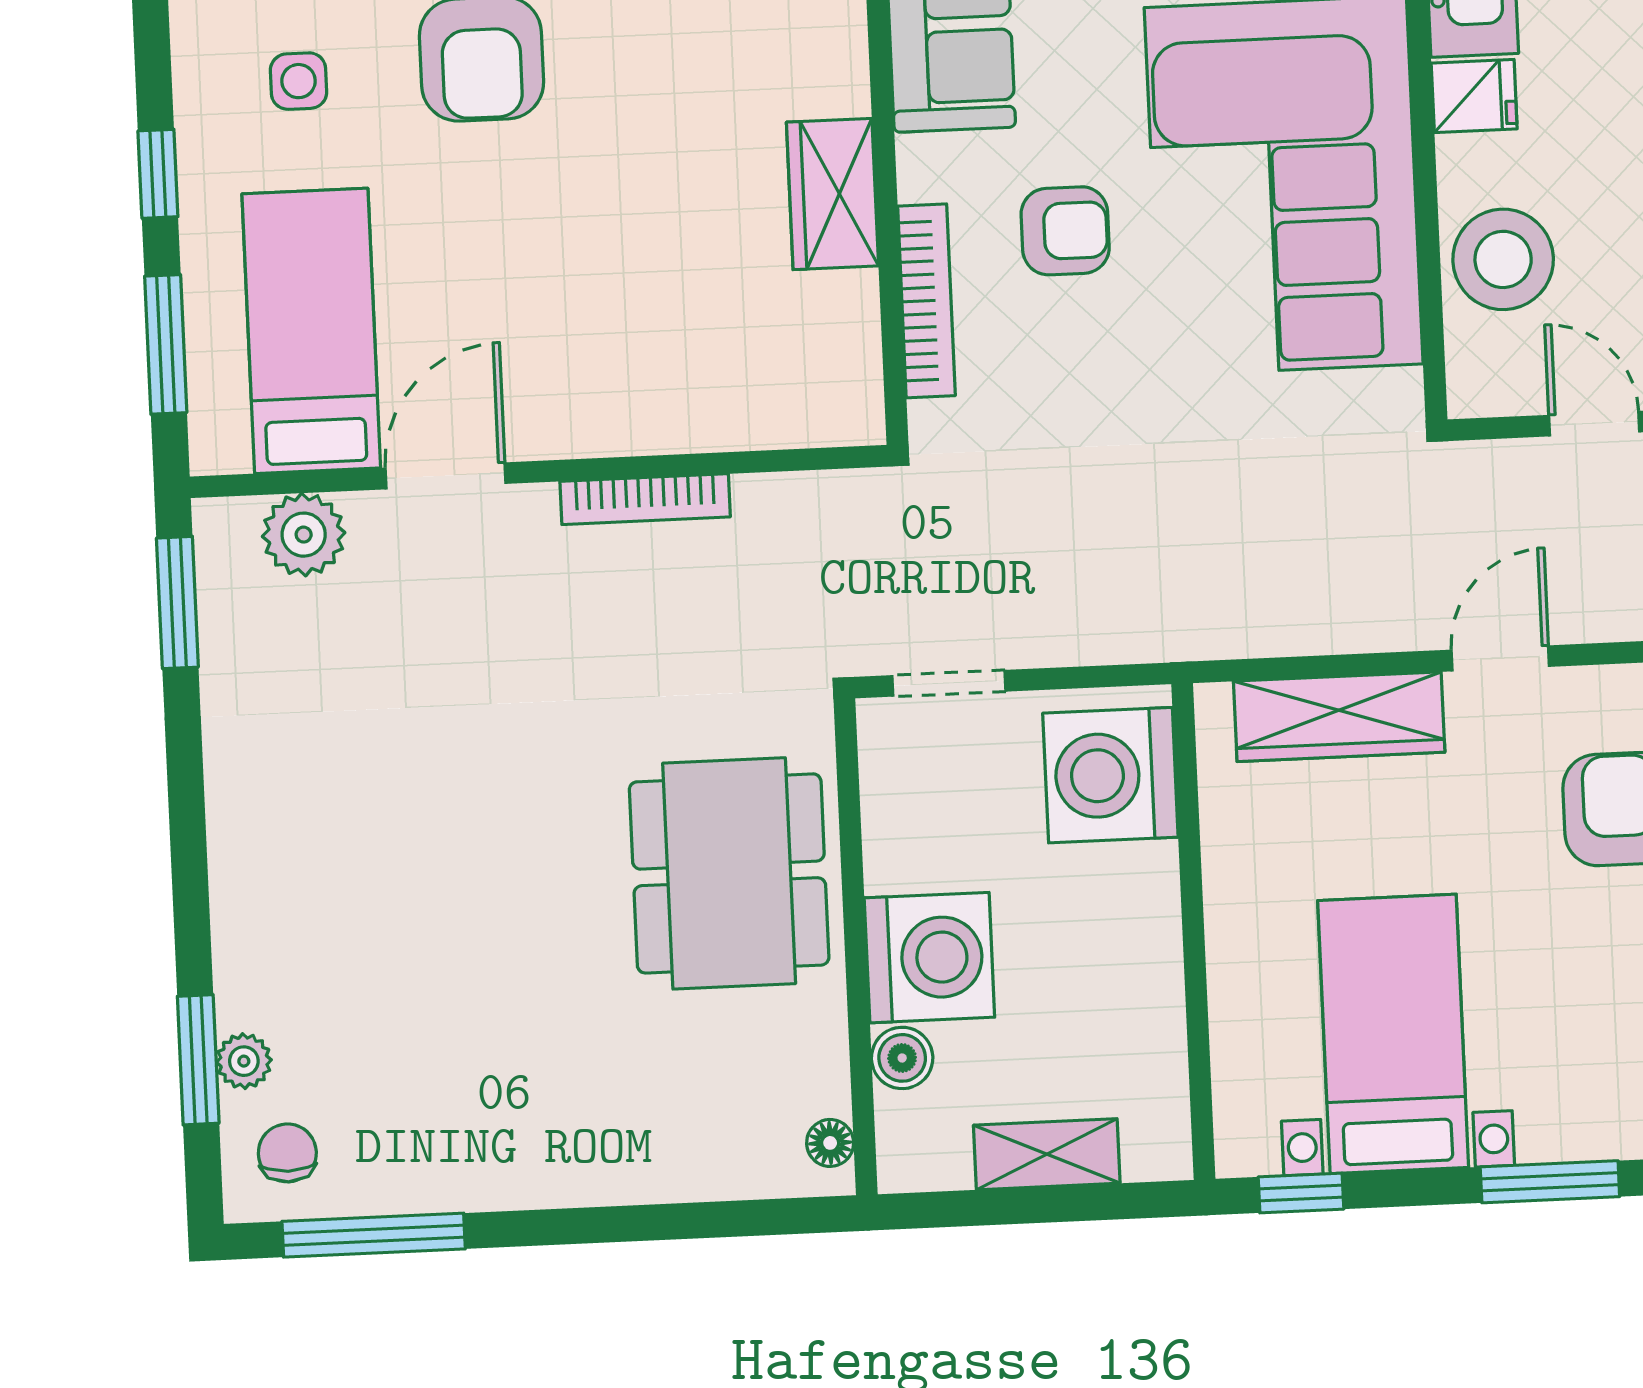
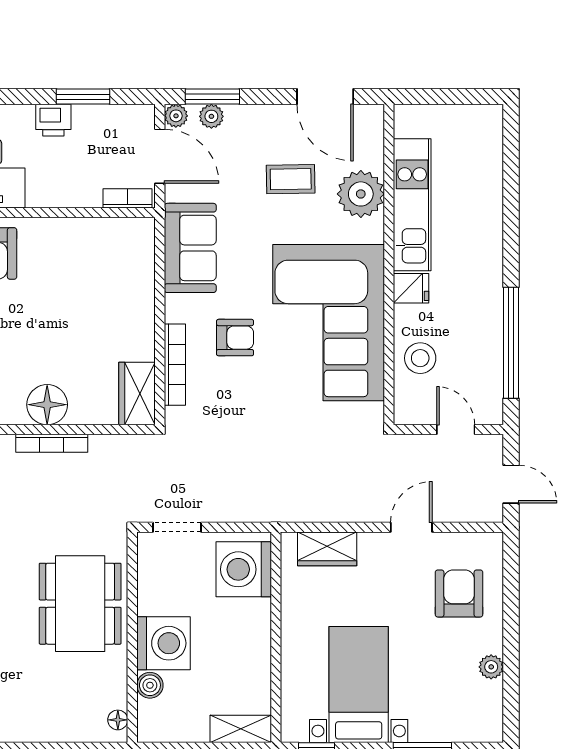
wardrobe: (832, 194) -> (137, 394), moved
stool: (1503, 259) -> (420, 358), width x0.73, depth x0.73
floor lamp: (630, 409) -> (47, 405), added
wardrobe: (1339, 717) -> (327, 549), width x0.67
shelving: (1047, 1154) -> (241, 729), moved

